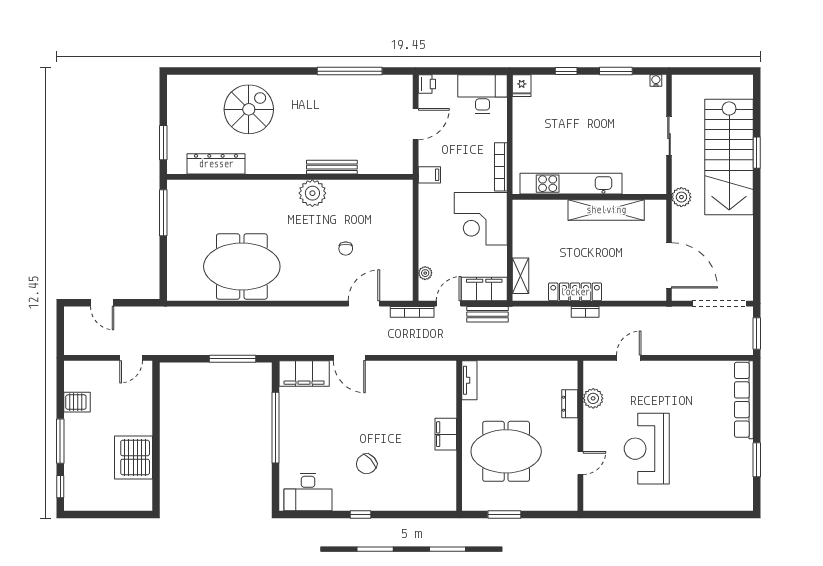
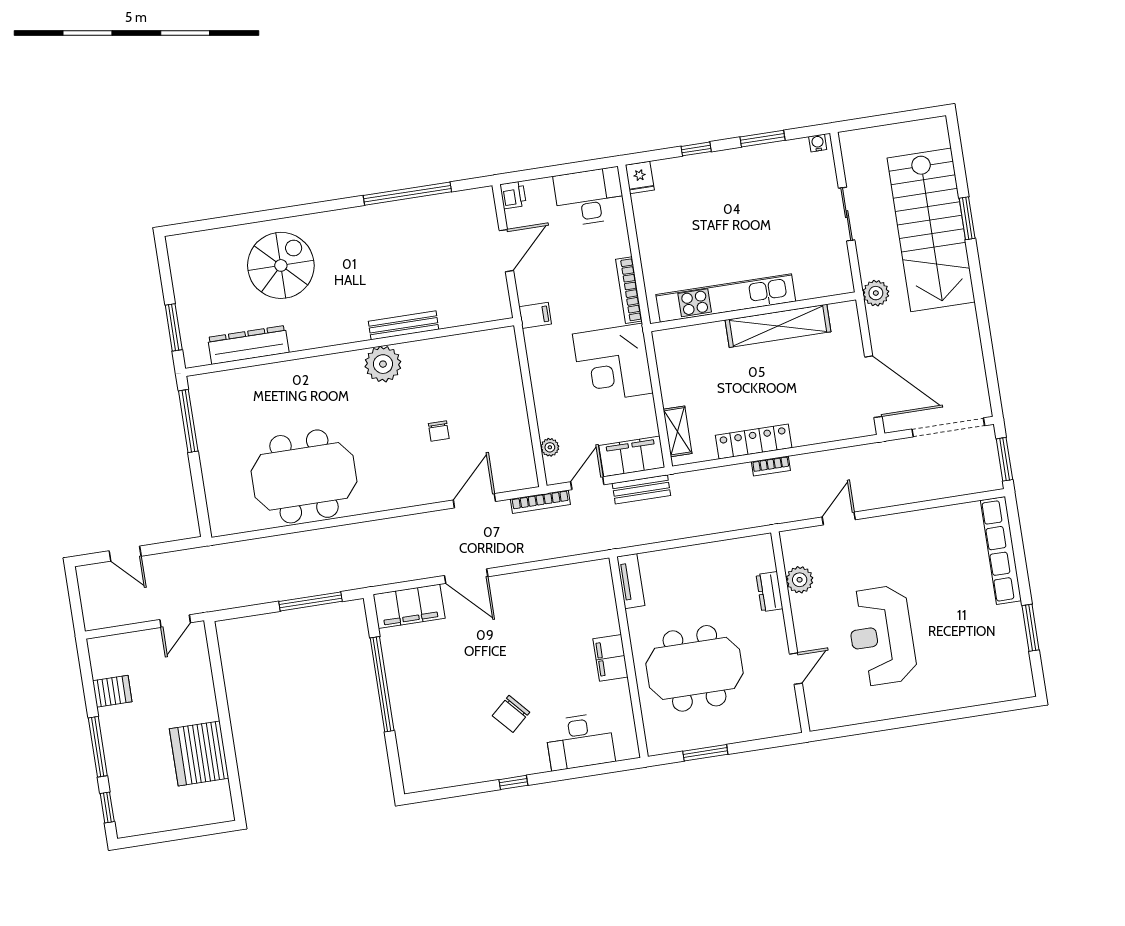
desk: (308, 492) -> (580, 742), moved

